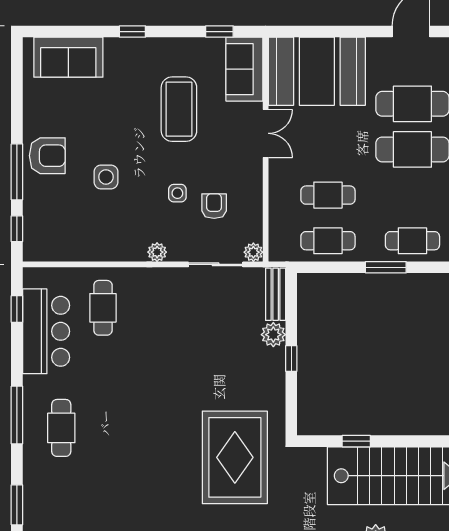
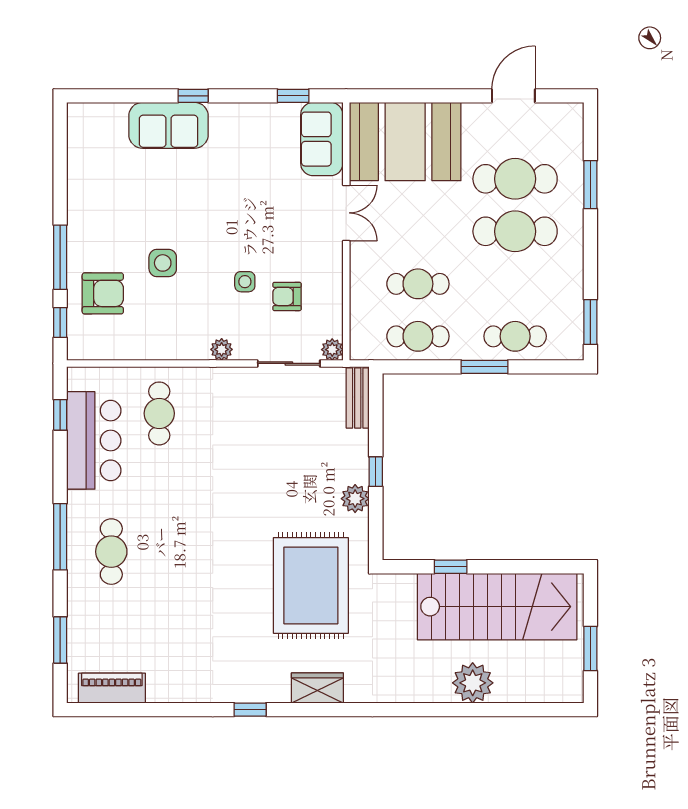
sofa: (68, 57) -> (169, 125), moved
coffee table: (179, 109) -> (247, 185), removed
armchair: (47, 156) -> (103, 293), moved
armchair: (214, 206) -> (287, 296), turned -90
plant: (273, 335) -> (355, 499), moved

